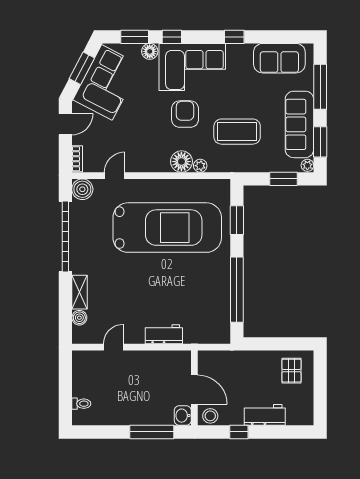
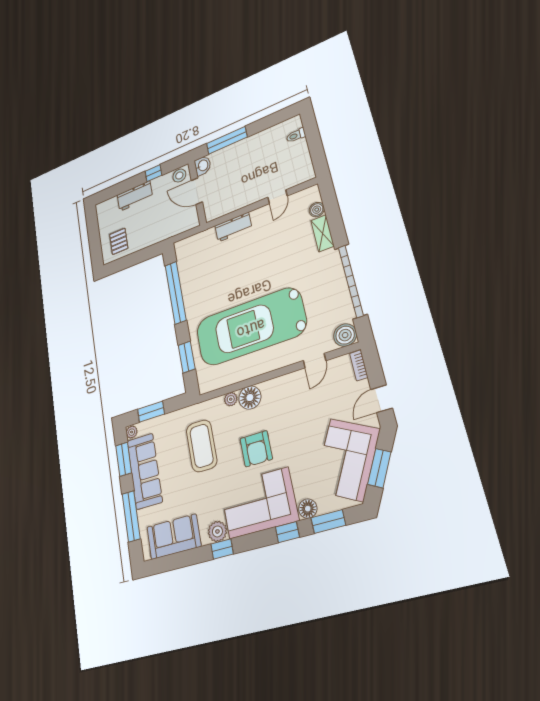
plant: (236, 53) -> (217, 531), added
coffee table: (237, 132) -> (202, 446), turned 90

